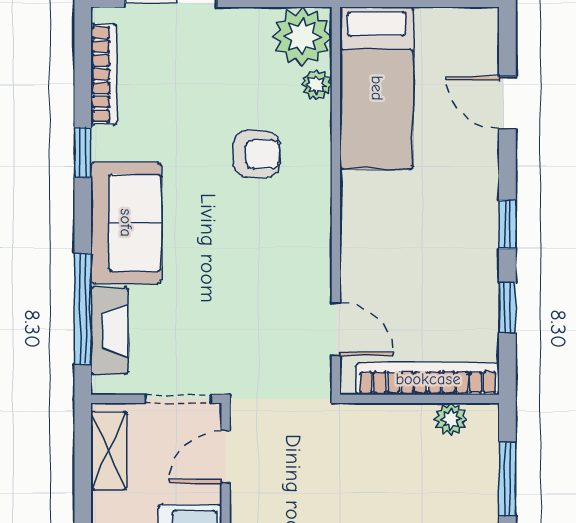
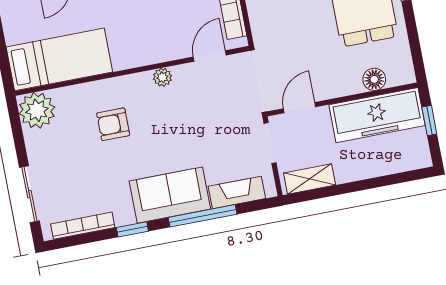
plant: (316, 85) -> (162, 77), moved
armchair: (257, 154) -> (113, 124), turned -90
window: (83, 309) -> (203, 216), moved
door: (226, 457) -> (300, 108), swing flipped

